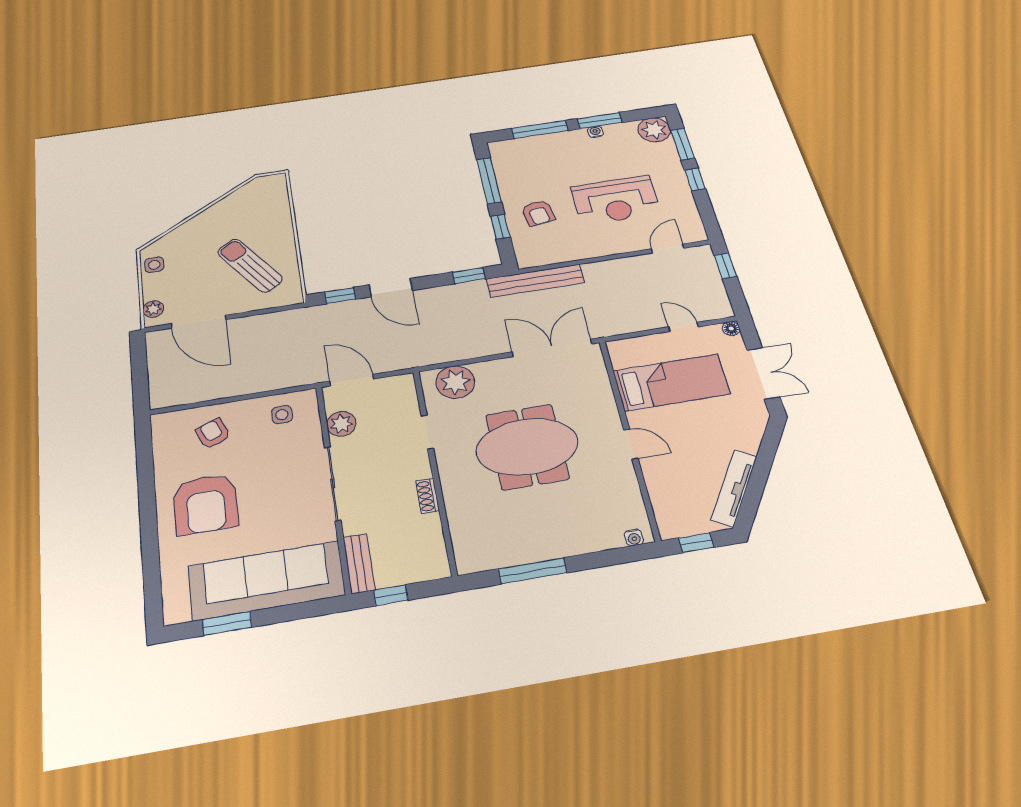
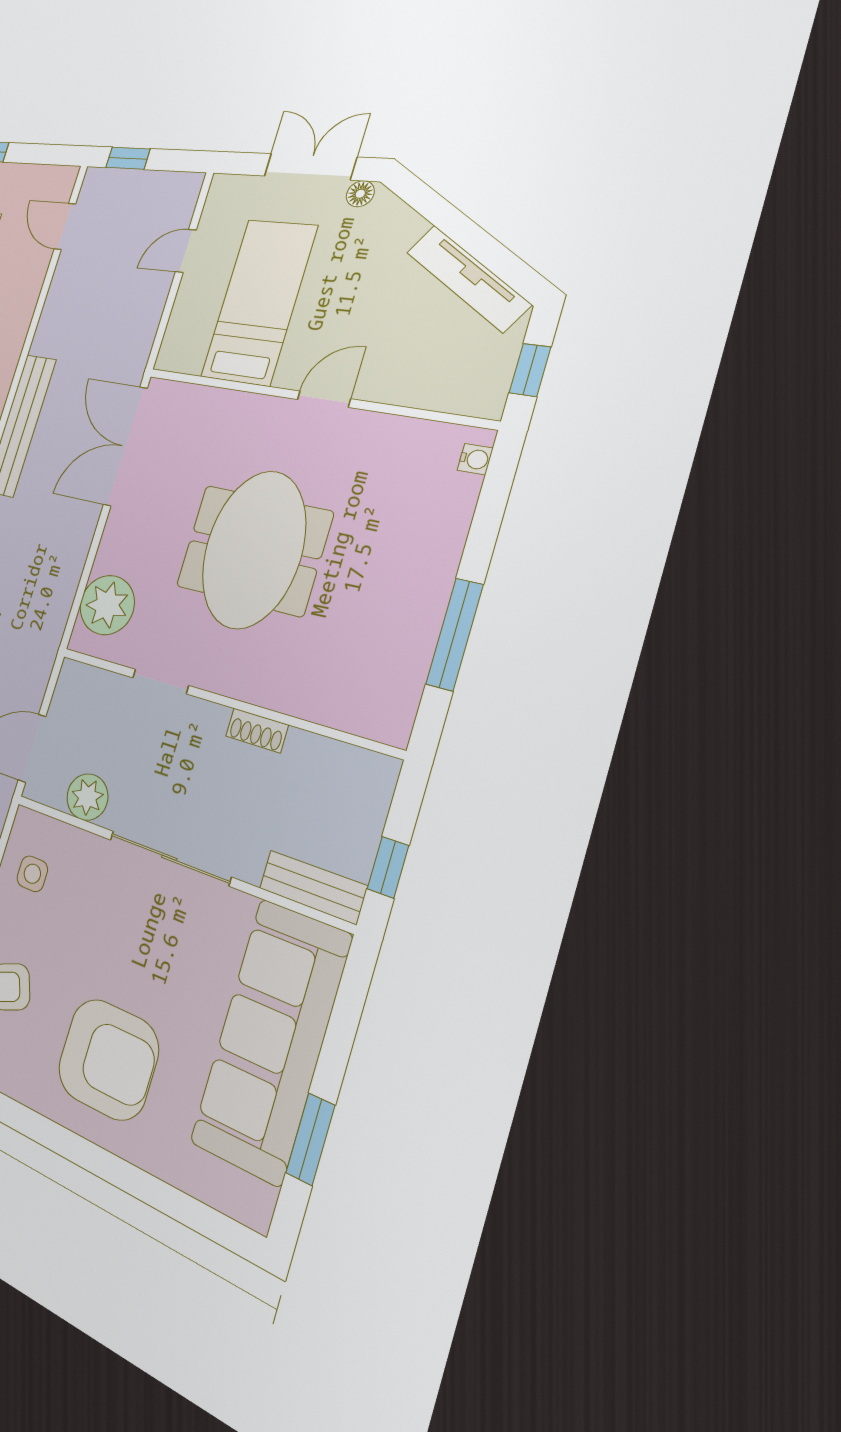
floor lamp: (731, 329) -> (360, 194), moved

